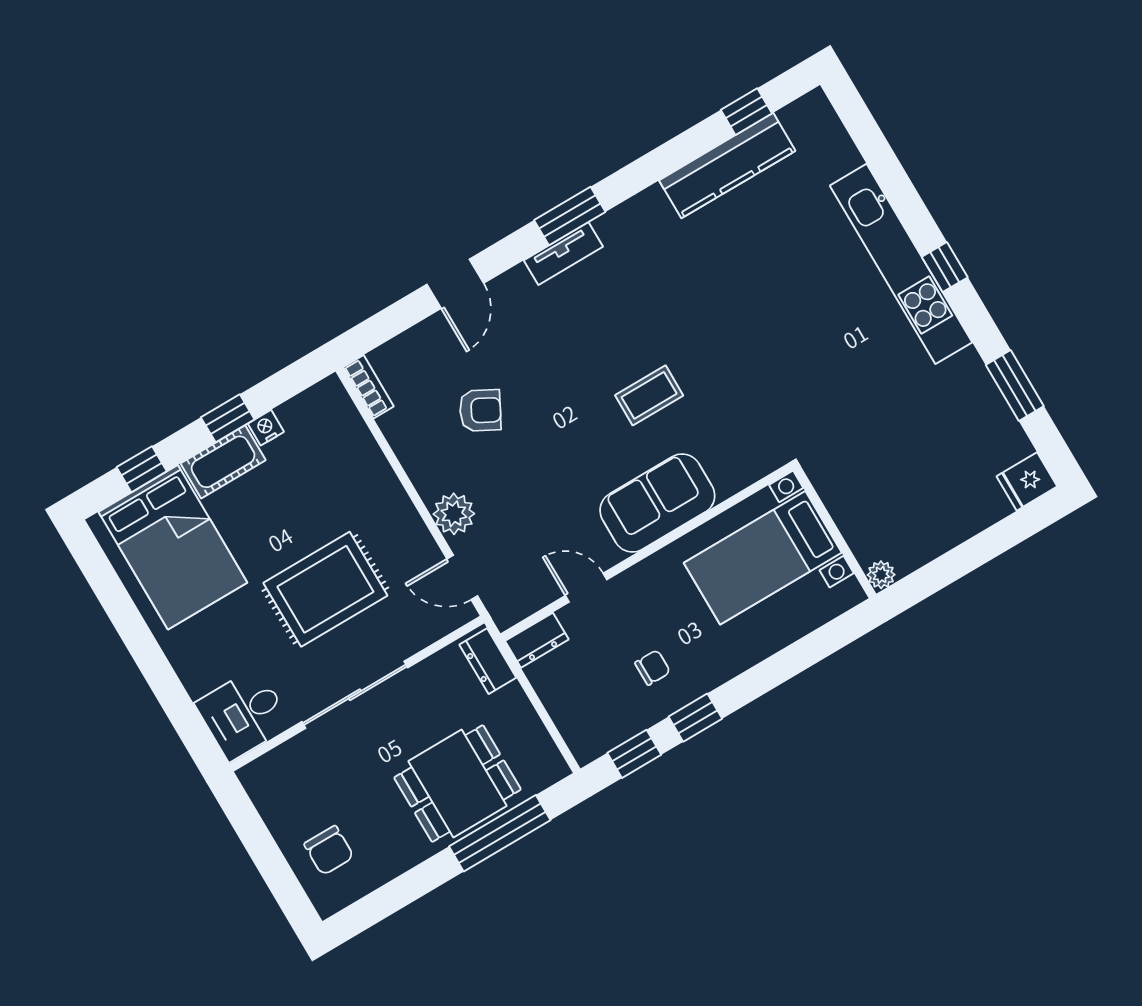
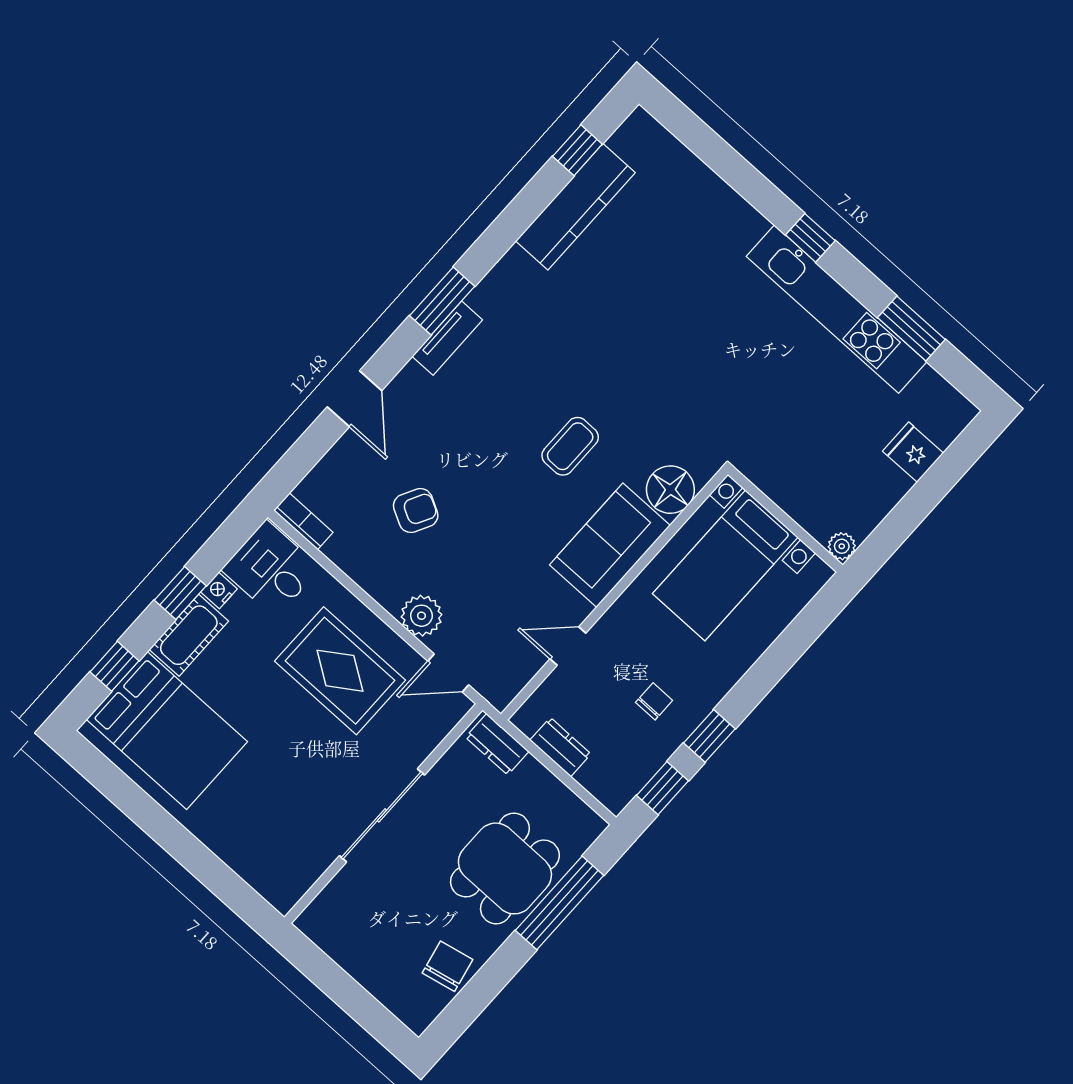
kitchen unit: (901, 264) -> (837, 309), moved
floor lamp: (733, 468) -> (670, 490), added
fridge: (1027, 481) -> (913, 452), moved, turned 90
rug: (325, 589) -> (340, 671), moved, turned 90
dresser: (537, 640) -> (560, 747), moved, turned -90
desk: (243, 714) -> (271, 569), moved, turned 90
chair: (329, 850) -> (448, 966), moved, turned -102

